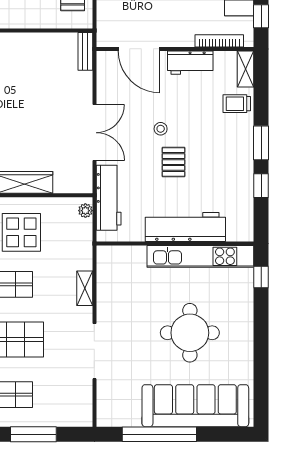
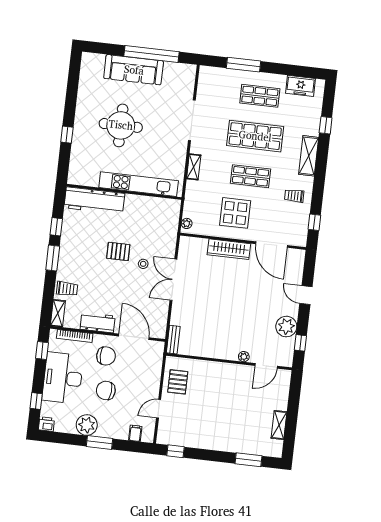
chair: (174, 19) -> (106, 356), added
stool: (161, 129) -> (143, 264), moved
pallet: (173, 162) -> (118, 251), turned 90
workbench: (109, 198) -> (169, 231), removed
workbench: (185, 227) -> (94, 201), moved
kitchen unit: (200, 256) -> (139, 184), moved
window: (261, 277) -> (67, 135), moved
sofa: (195, 406) -> (134, 70), width x0.74, depth x0.79

